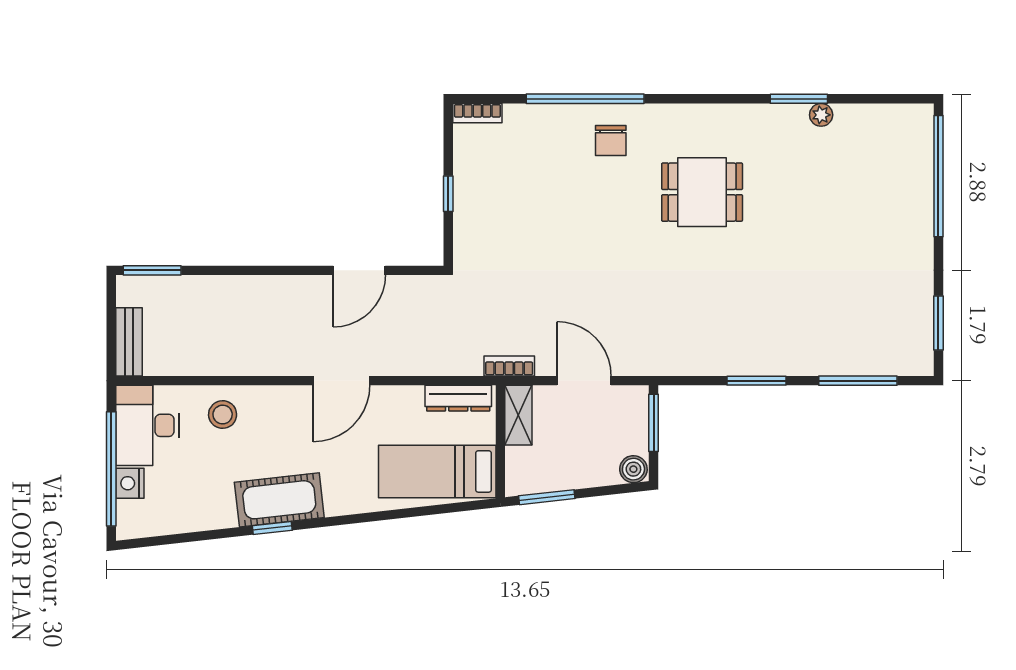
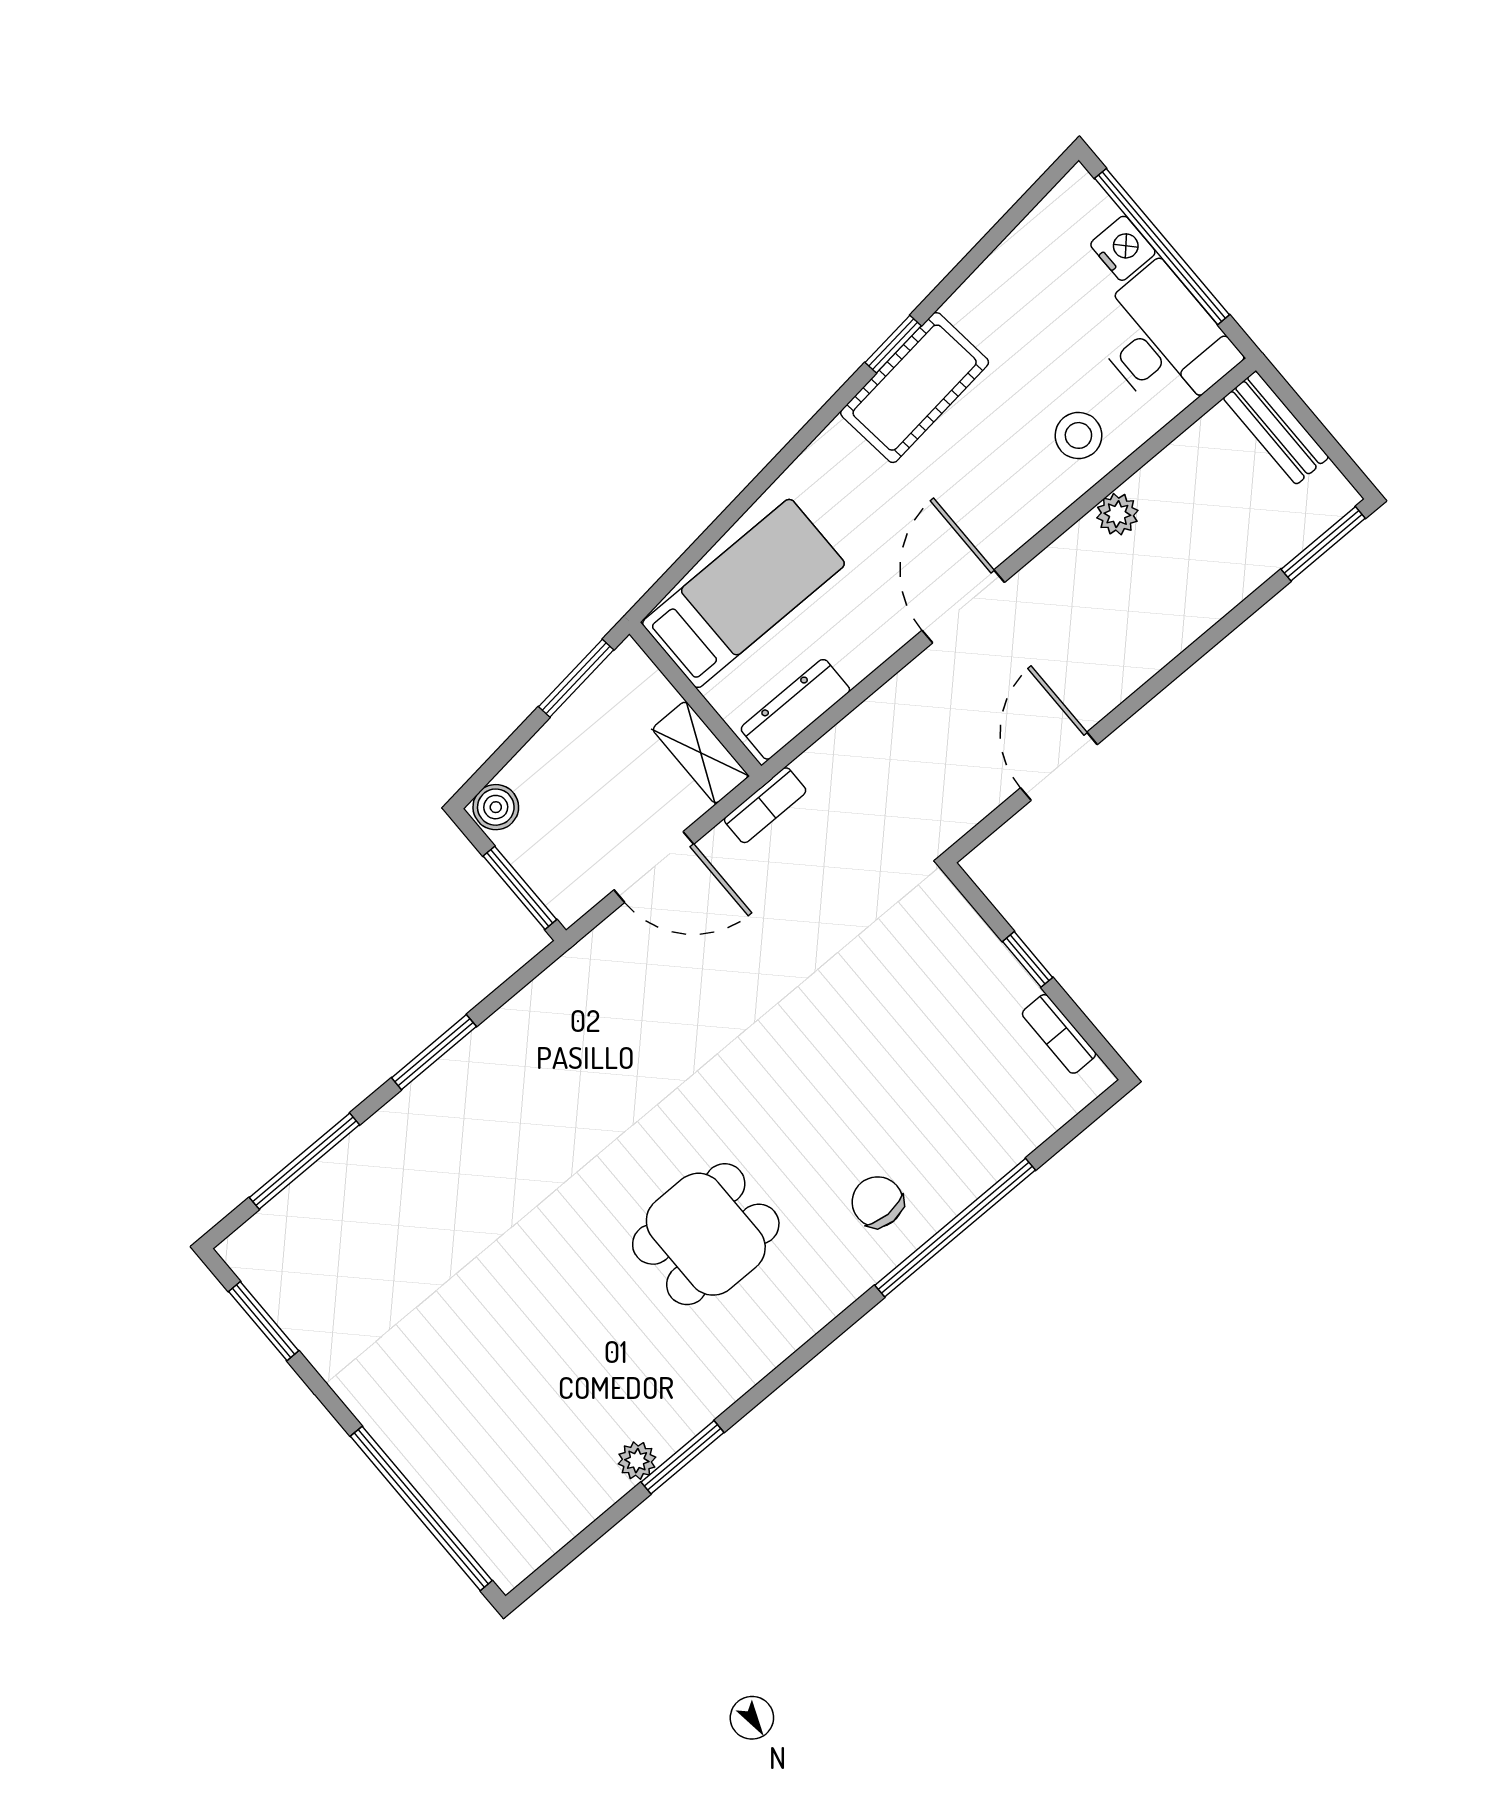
bookcase: (477, 113) -> (1059, 1034), moved, turned -90
plant: (235, 363) -> (1117, 514), added

